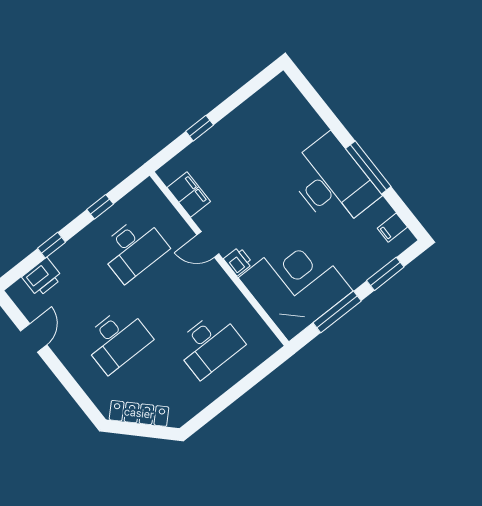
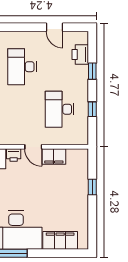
filing cabinet: (301, 115) -> (60, 240), added
filing cabinet: (189, 195) -> (54, 157), moved
door: (208, 244) -> (33, 147), swing flipped

